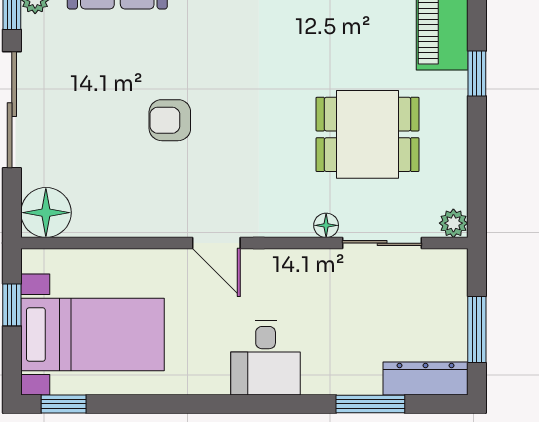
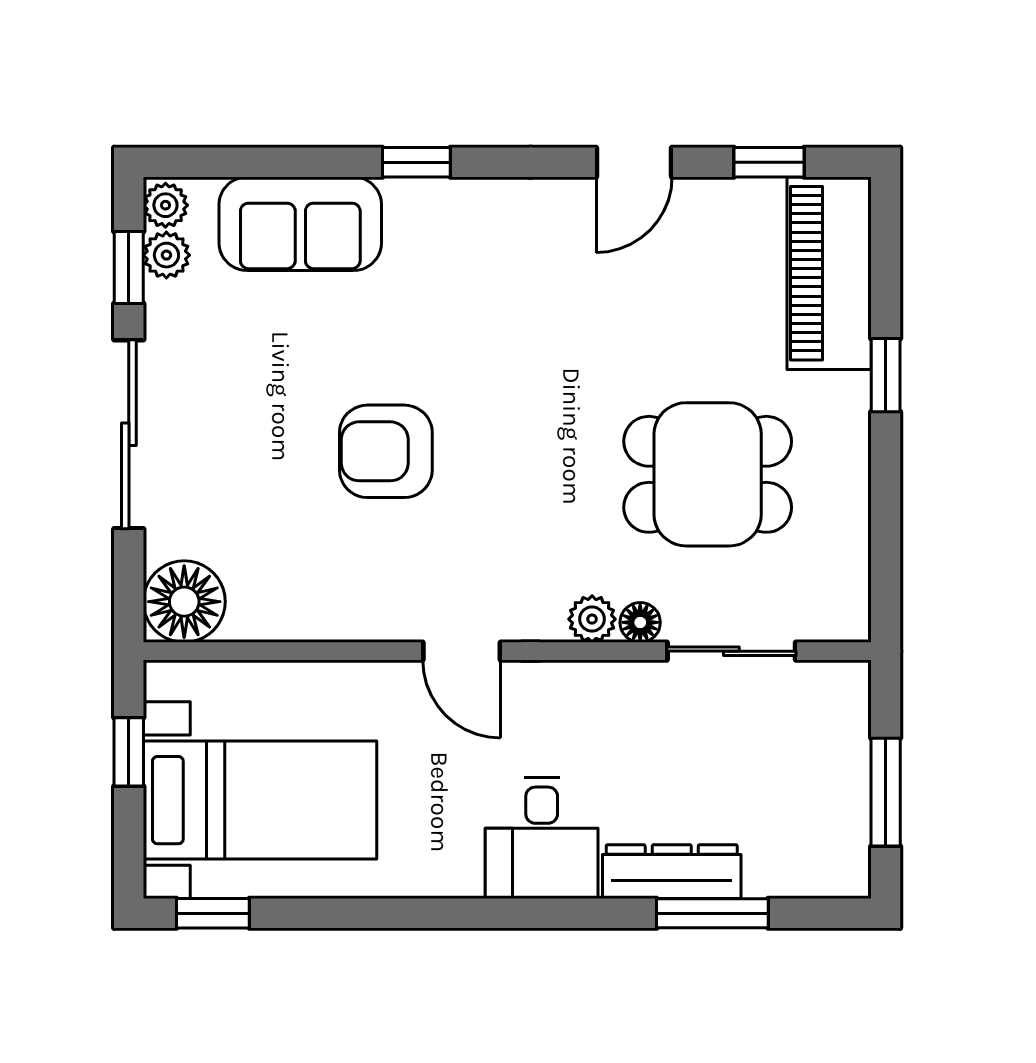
armchair: (170, 120) -> (386, 451), width x1.38, depth x1.38
plant: (453, 223) -> (592, 619), moved
dresser: (425, 378) -> (672, 872), moved

